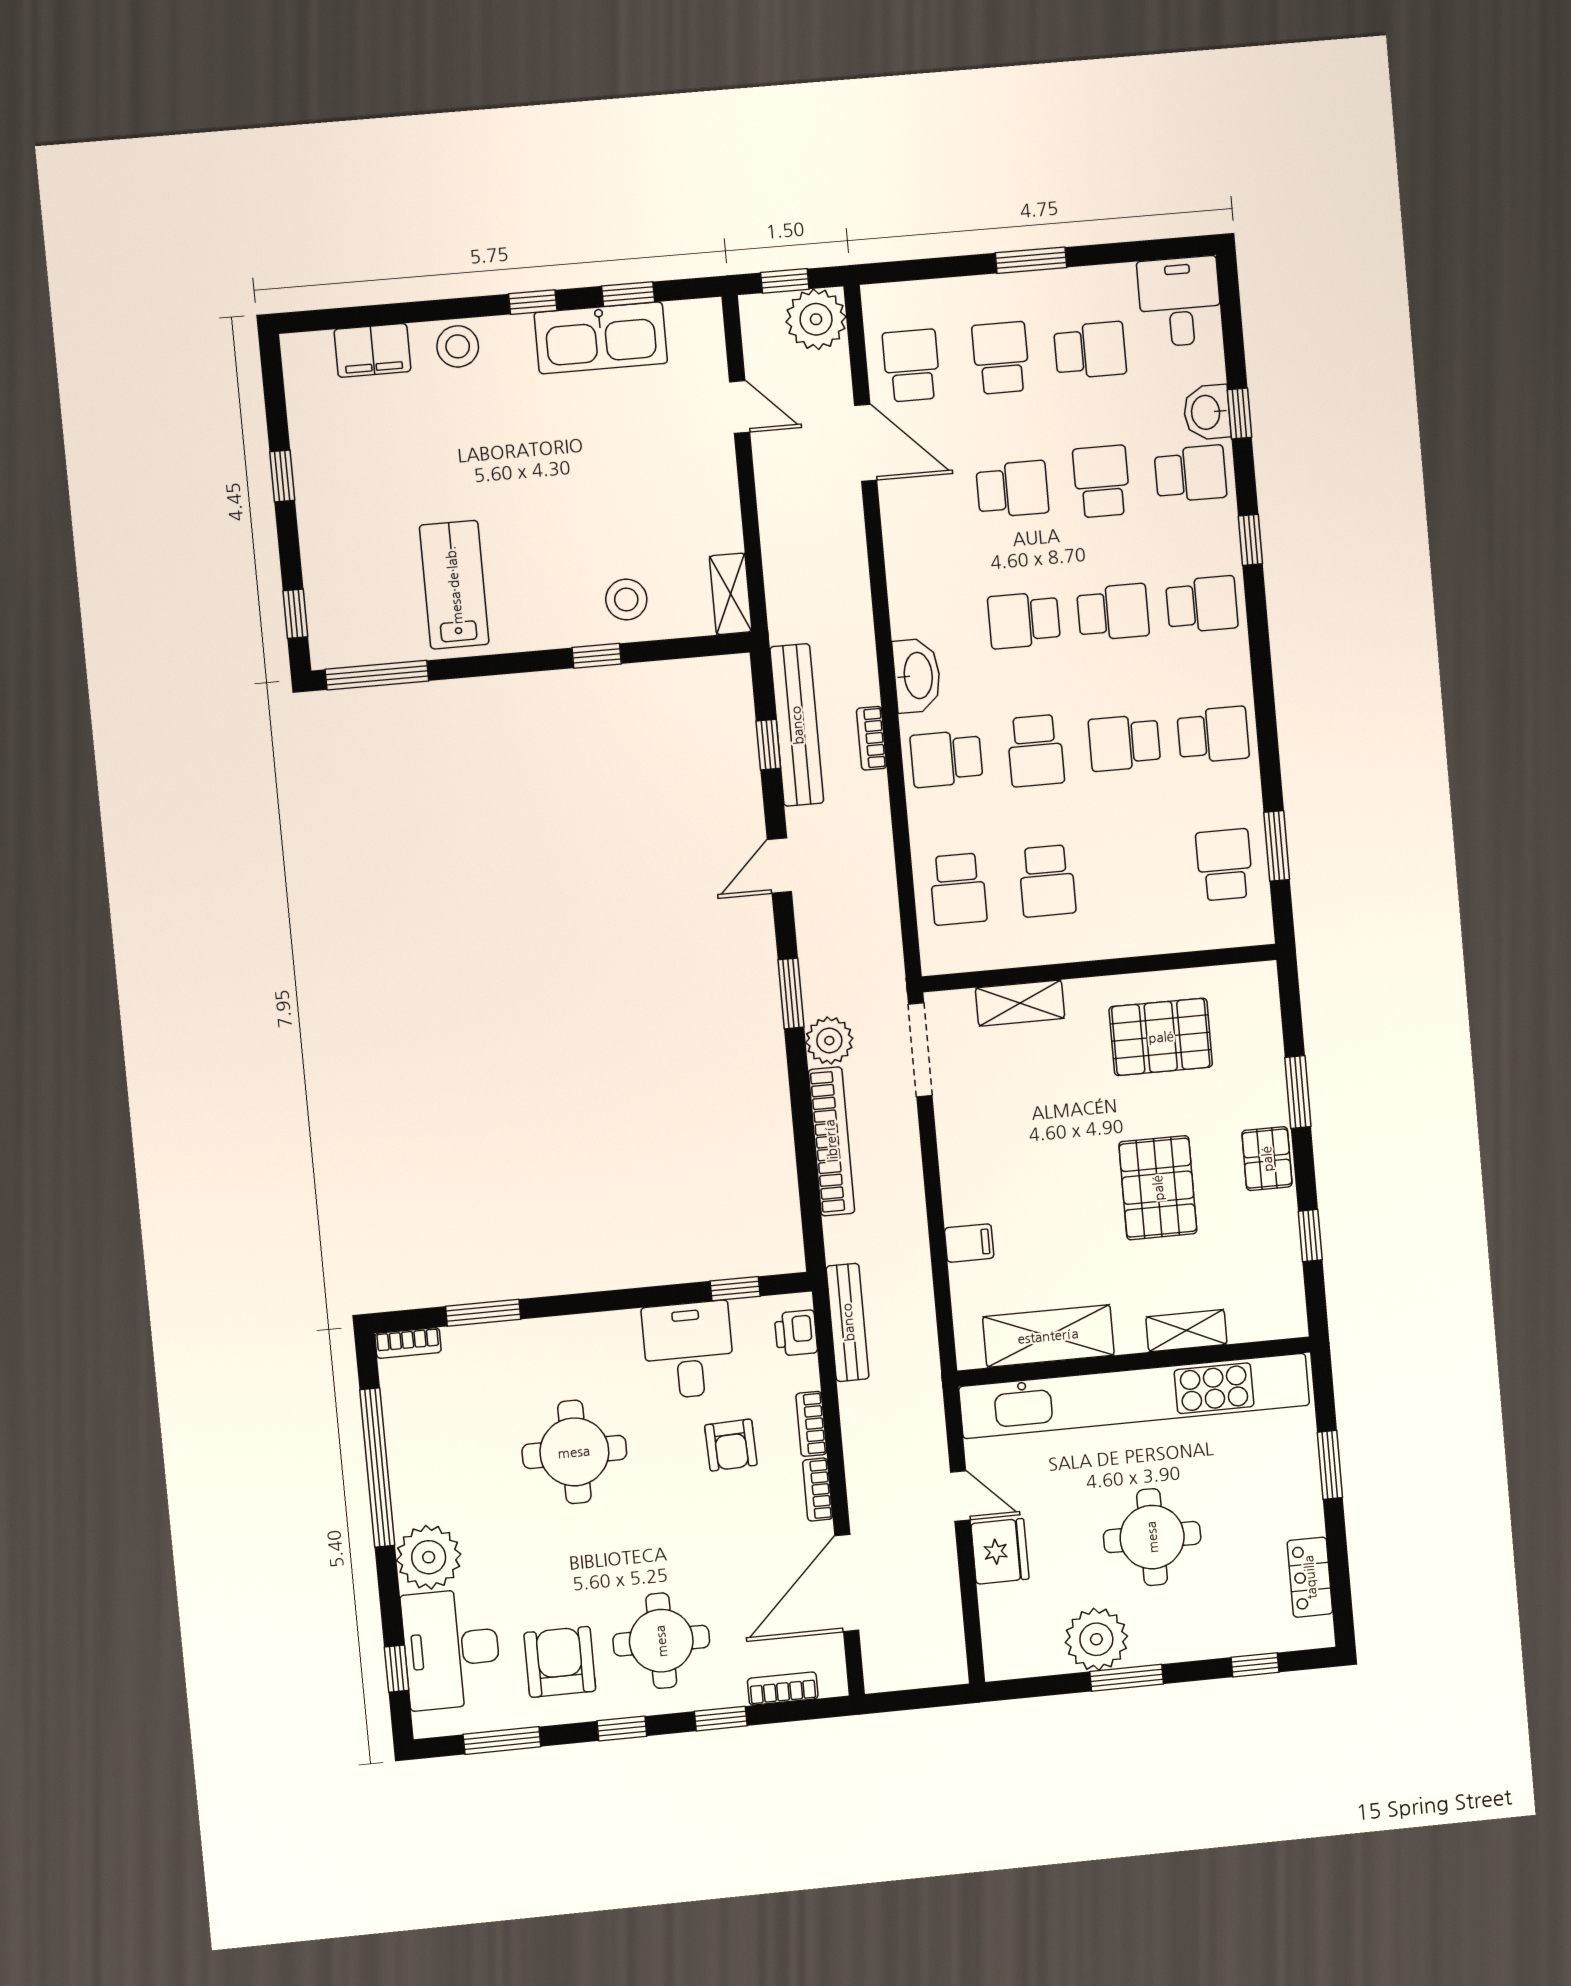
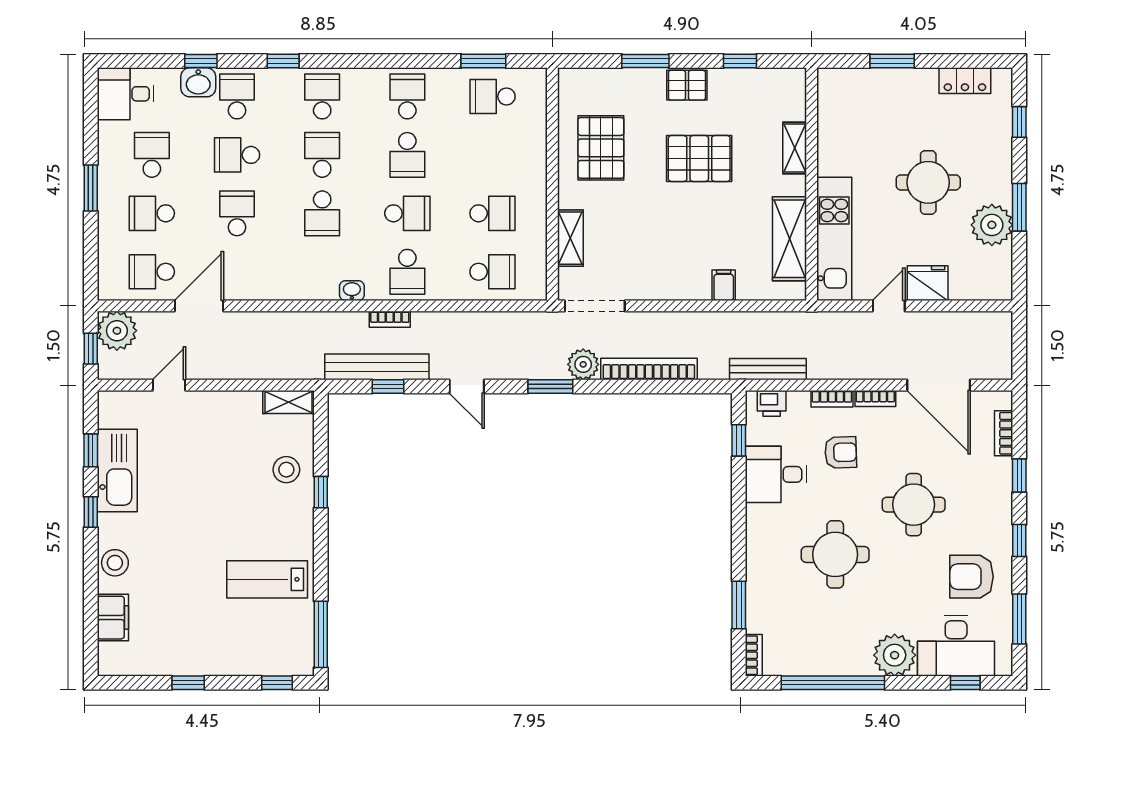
washbasin: (917, 676) -> (352, 291), width x0.52, depth x0.69
kitchen unit: (1134, 1396) -> (834, 239), width x0.54
round table: (661, 1641) -> (914, 505), moved

